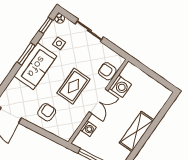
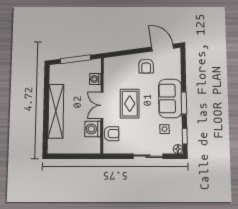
armchair: (47, 112) -> (146, 66), moved
shelving: (137, 131) -> (56, 111), width x1.47

